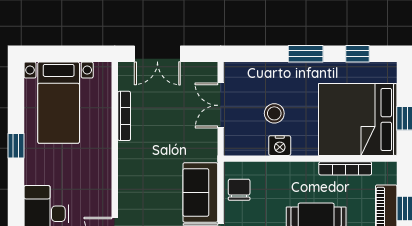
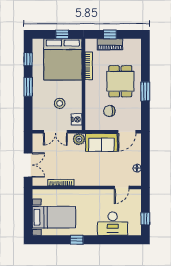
nightstand: (280, 146) -> (77, 119), moved
plant: (207, 150) -> (79, 139), added
chair: (239, 190) -> (109, 111), moved

